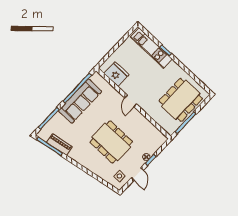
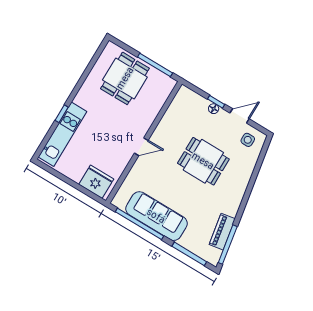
fridge: (116, 74) -> (96, 182), moved, turned 90
dining table: (181, 100) -> (125, 78), width x0.73
dining table: (111, 142) -> (203, 161), width x0.73

